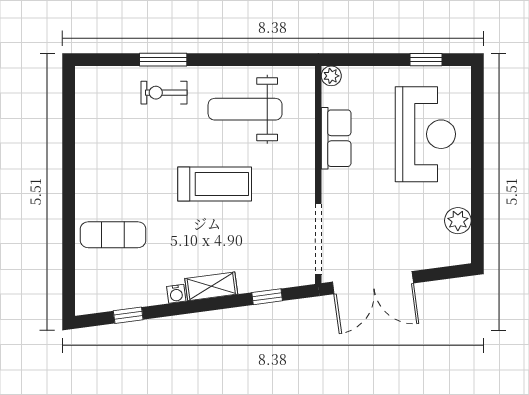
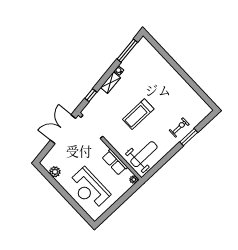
window: (426, 60) -> (110, 211), removed
weight bench: (245, 109) -> (144, 154), moved
exercise mat: (113, 235) -> (154, 70), removed
window: (128, 315) -> (127, 51), width x2.17

